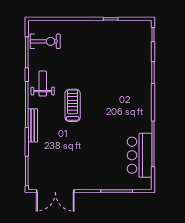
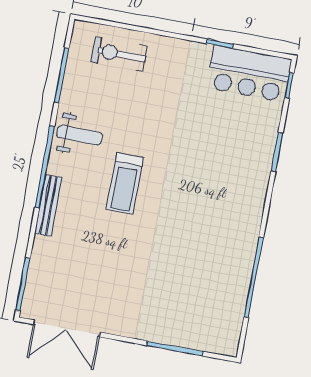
exercise bike: (45, 41) -> (119, 54), moved, turned 180
weight bench: (43, 83) -> (80, 135), turned 90
treadmill: (73, 105) -> (125, 183), turned 180
bar counter: (140, 155) -> (249, 74), moved, turned -90

